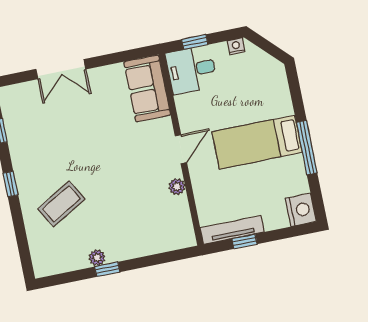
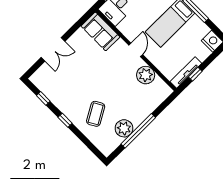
plant: (177, 187) -> (146, 75), width x1.88, depth x1.88
plant: (97, 258) -> (124, 128), width x1.88, depth x1.88
window: (107, 269) -> (138, 131), width x3.17

